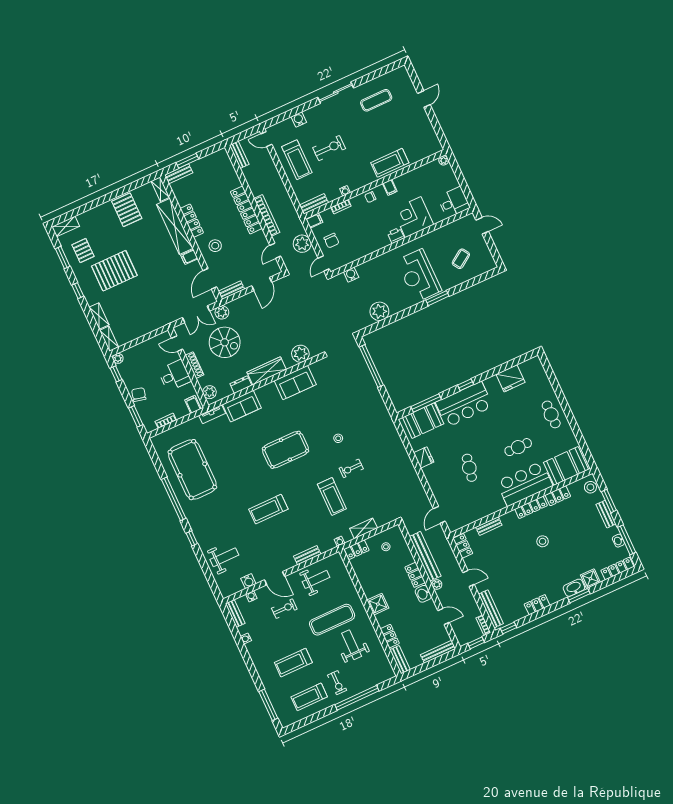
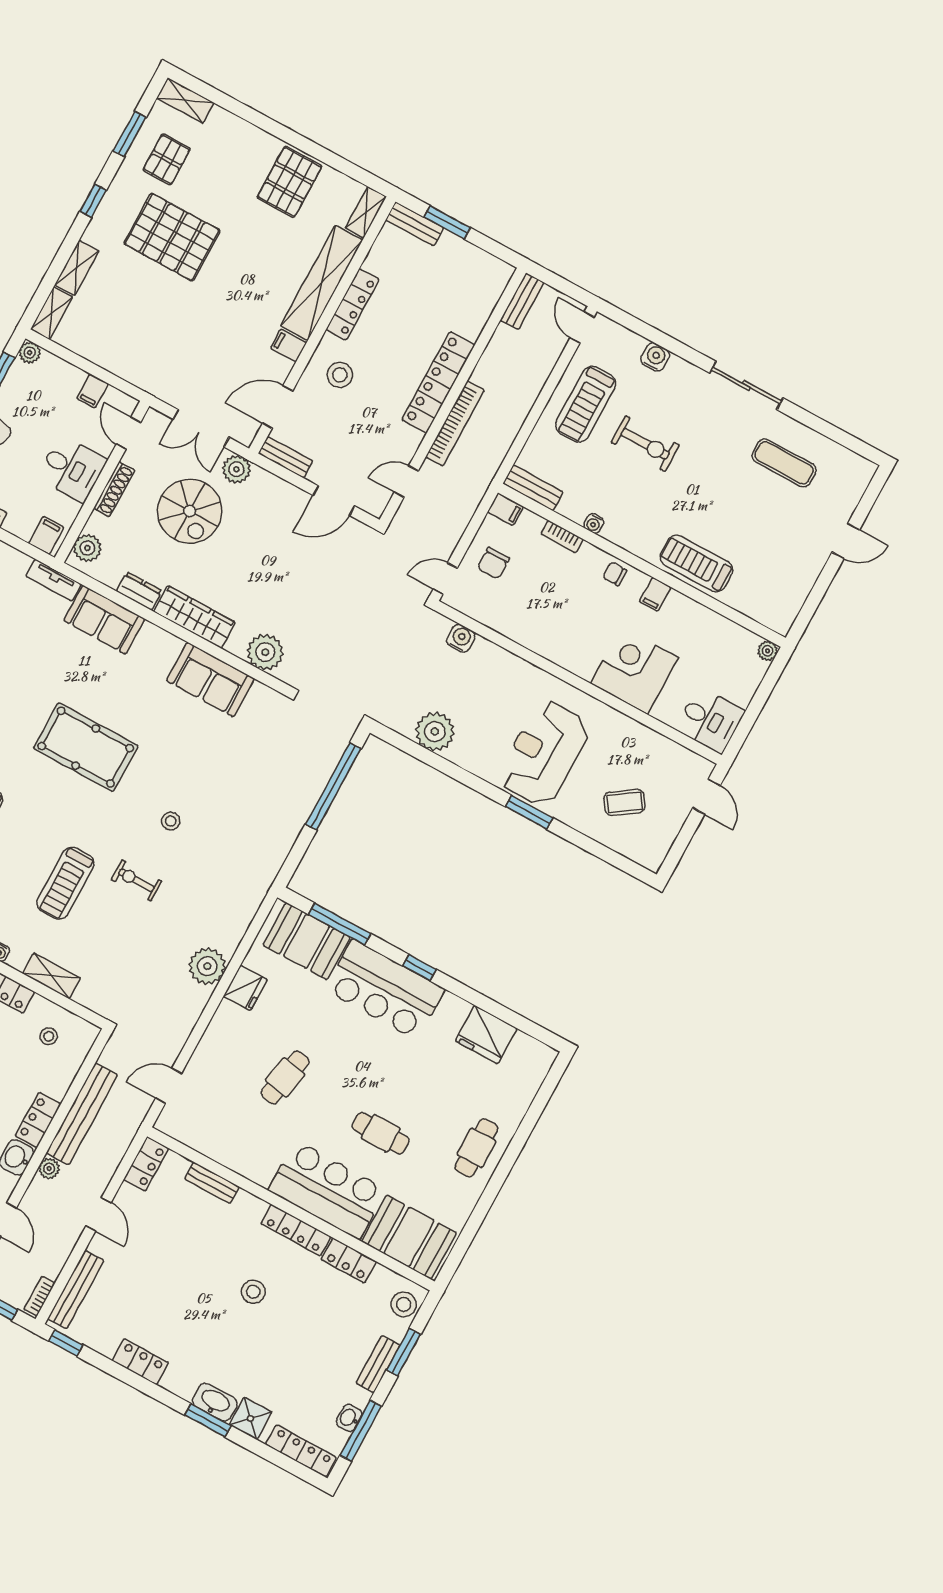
printer: (396, 235) -> (582, 664), removed
plant: (302, 244) -> (207, 966), moved
filing cabinet: (151, 345) -> (93, 391), added

